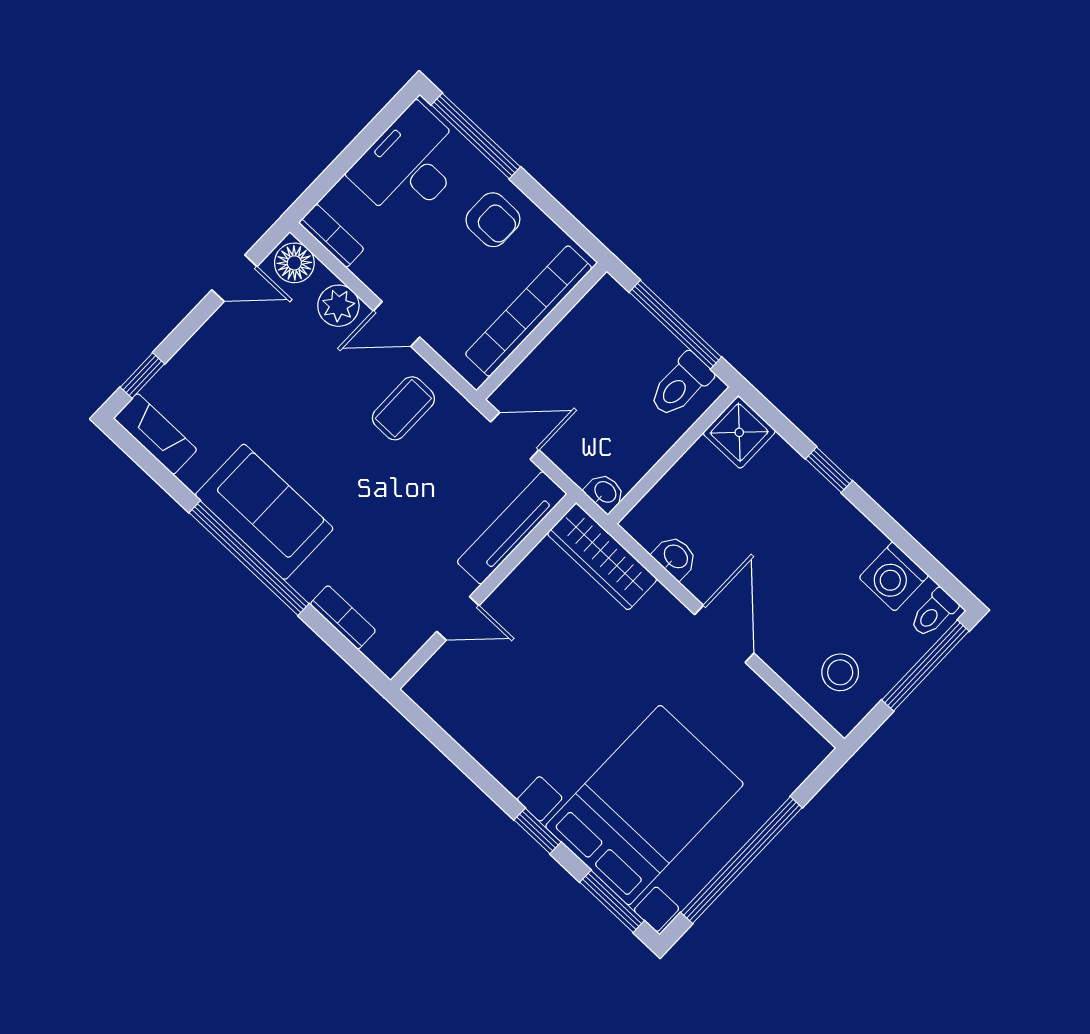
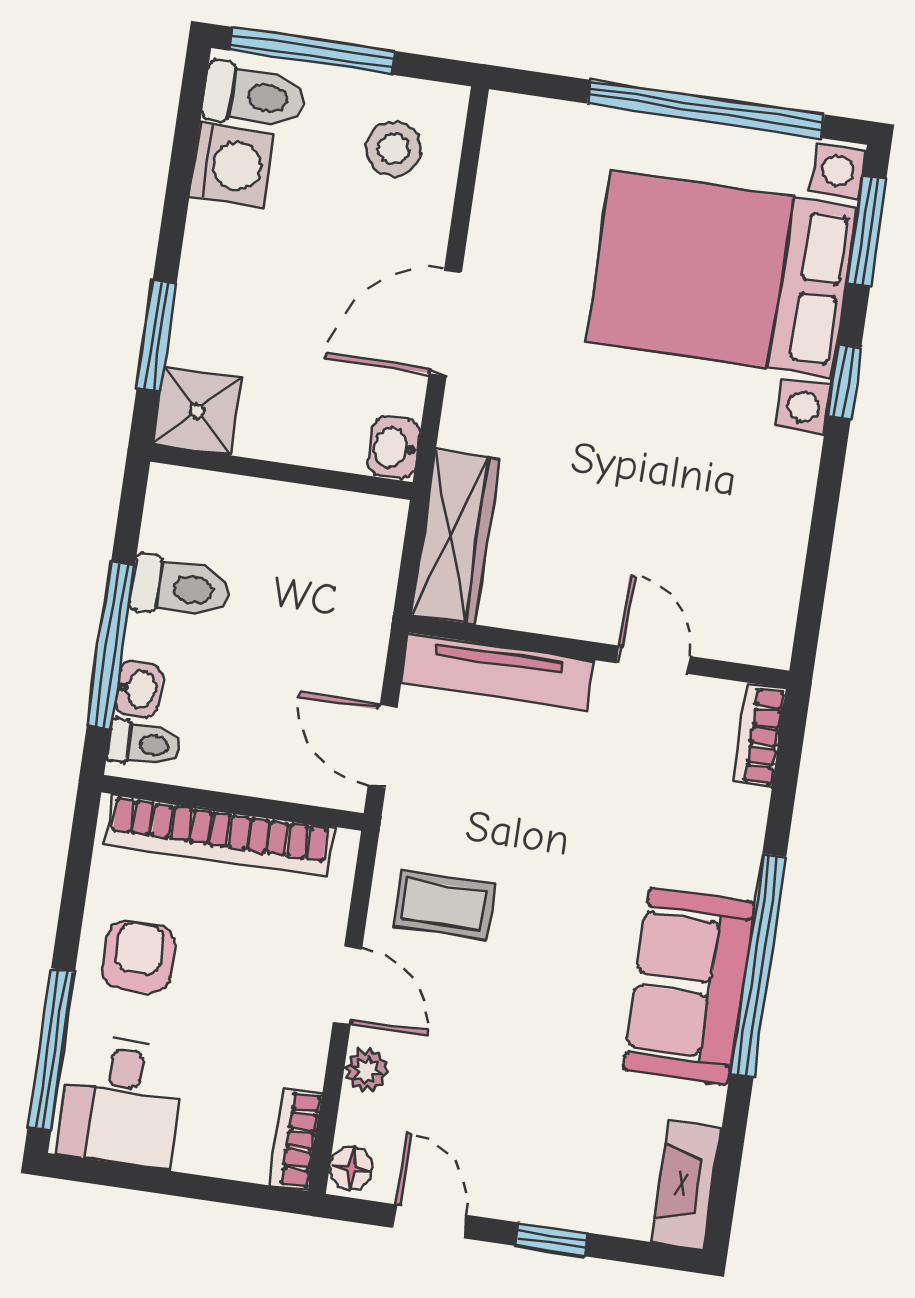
desk: (410, 164) -> (121, 1102), width x0.73
floor lamp: (294, 263) -> (351, 1168), width x0.73, depth x0.73
toilet: (608, 305) -> (144, 744), added
plant: (338, 306) -> (366, 1070), width x0.73, depth x0.73
window: (142, 376) -> (551, 1239), moved
shower: (739, 432) -> (197, 411), moved
wall: (673, 455) -> (281, 472), moved
window: (829, 470) -> (157, 335), width x1.50
washbasin: (605, 493) -> (138, 689), moved, turned 180
toilet: (934, 613) -> (254, 96), width x1.37, depth x1.39
bookcase: (343, 617) -> (760, 736), moved

